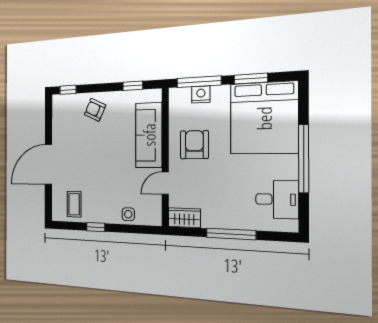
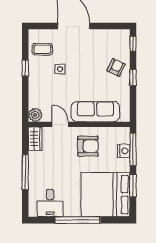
window: (133, 86) -> (133, 77), moved
side table: (128, 214) -> (60, 69), moved
plant: (153, 216) -> (35, 115), added

